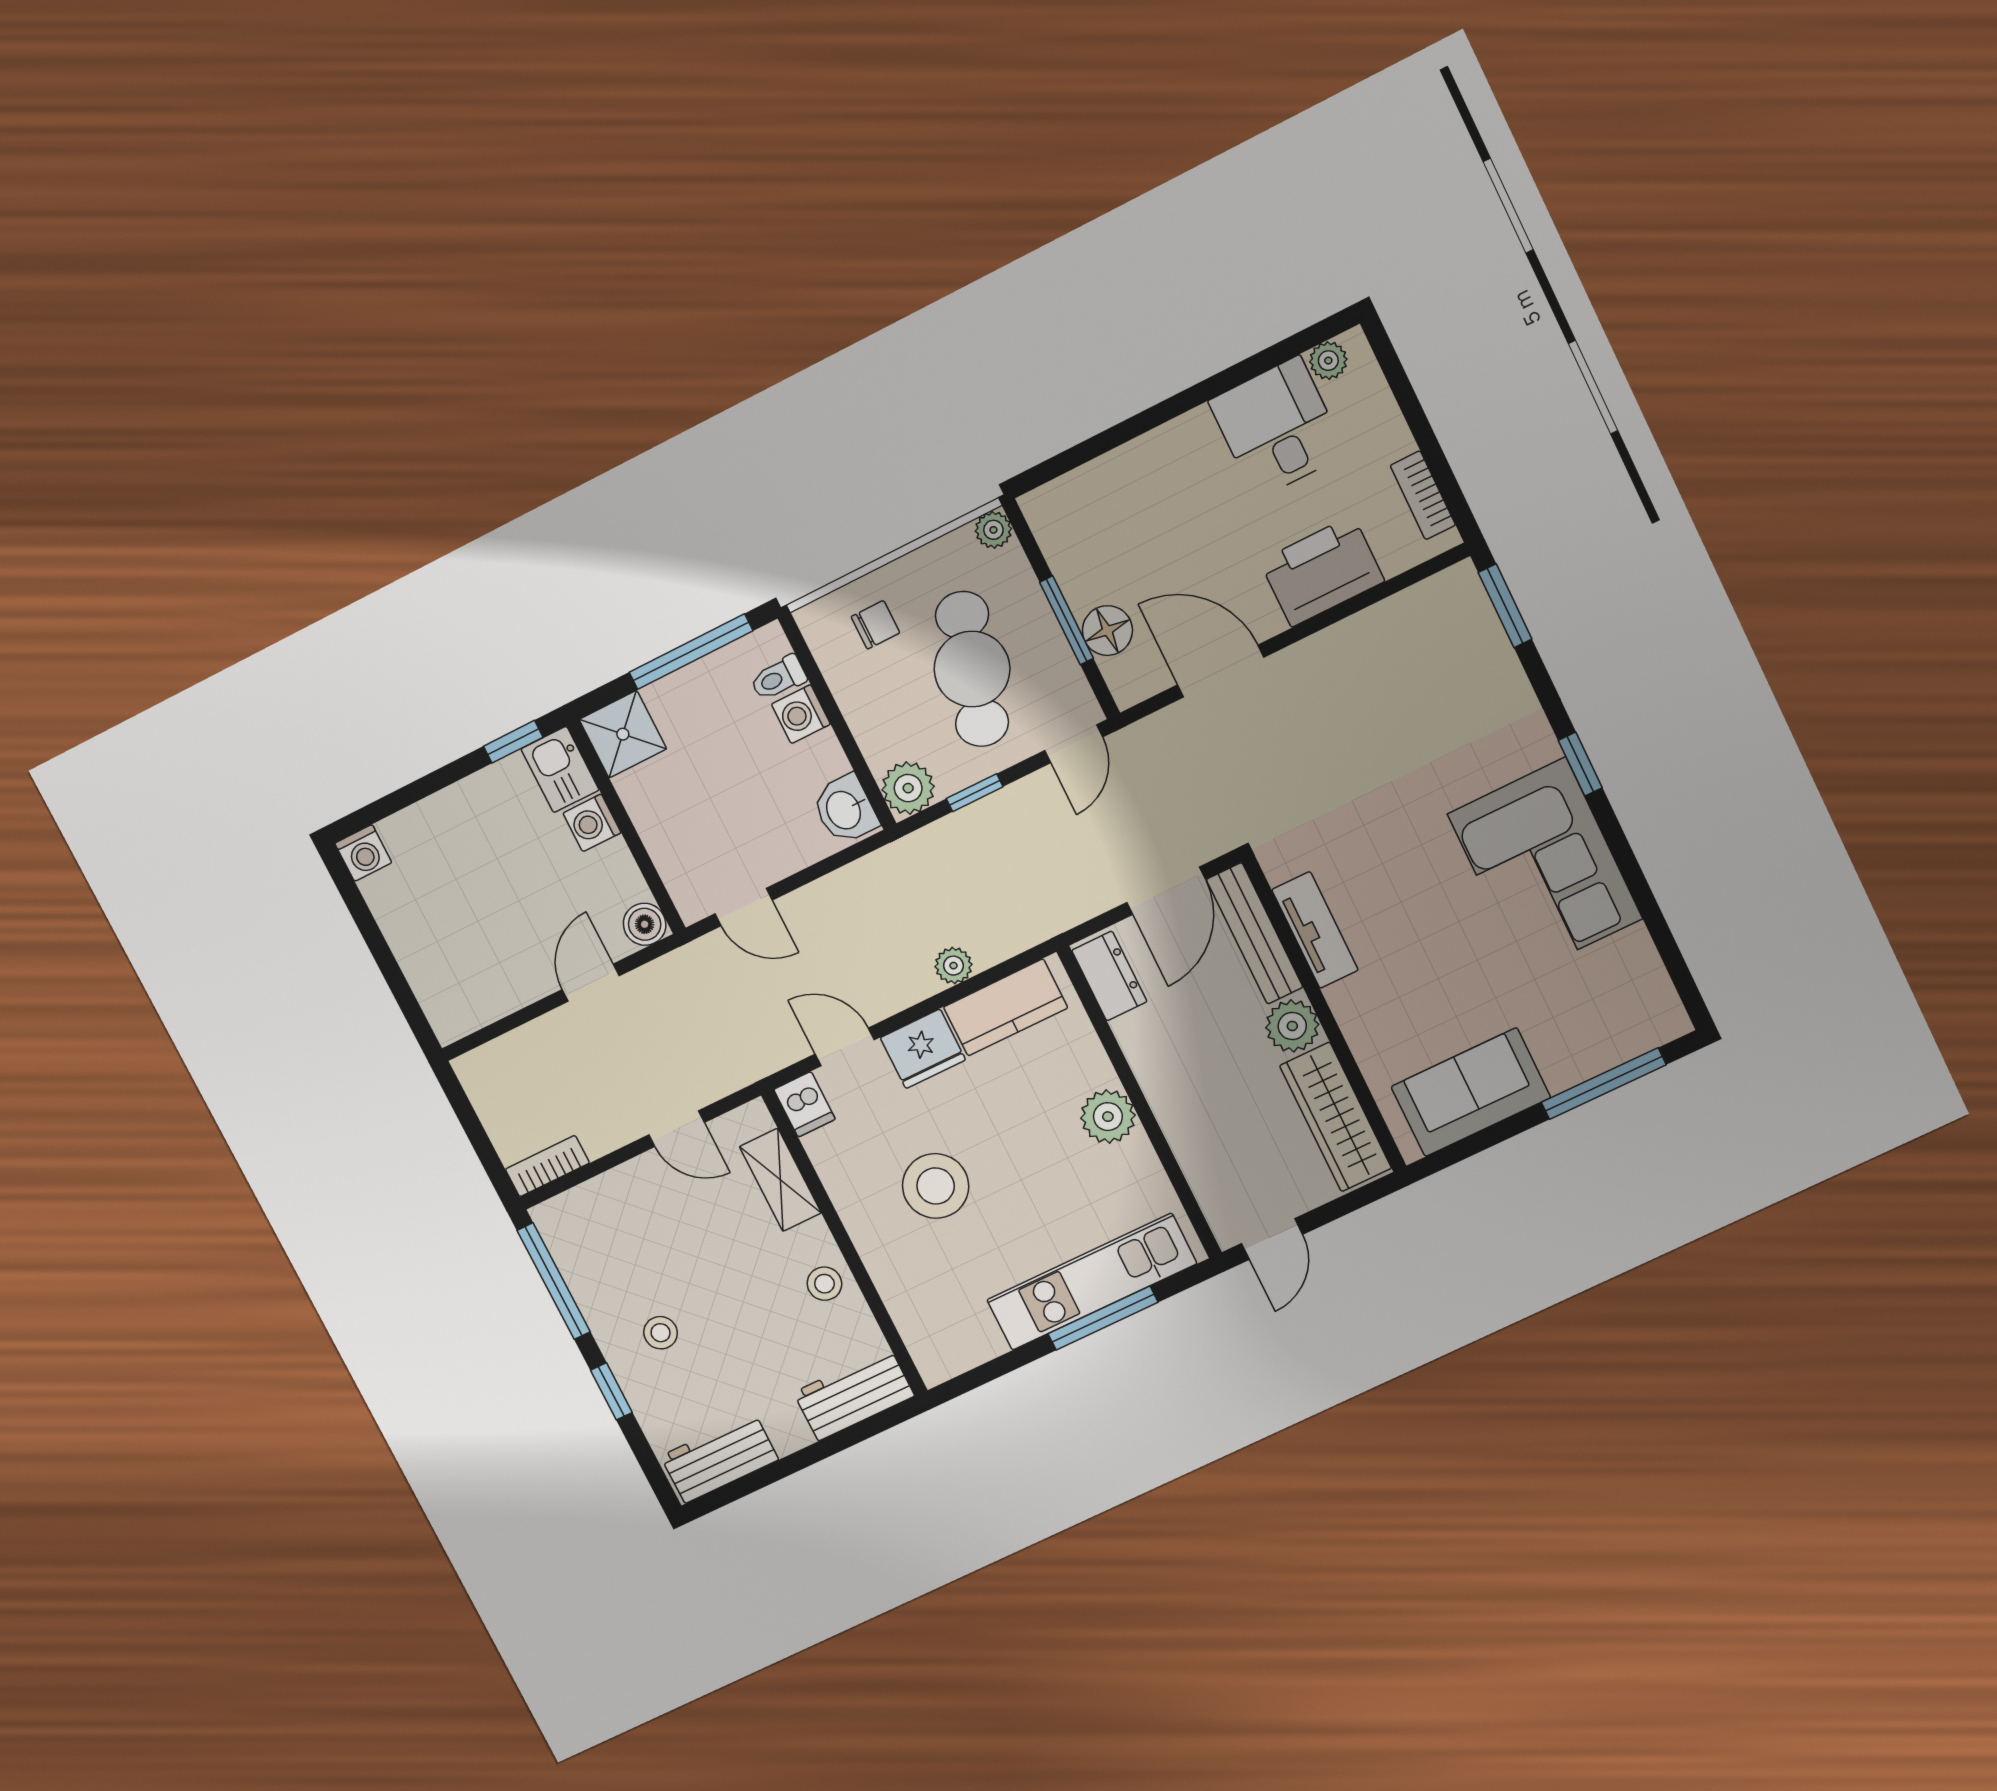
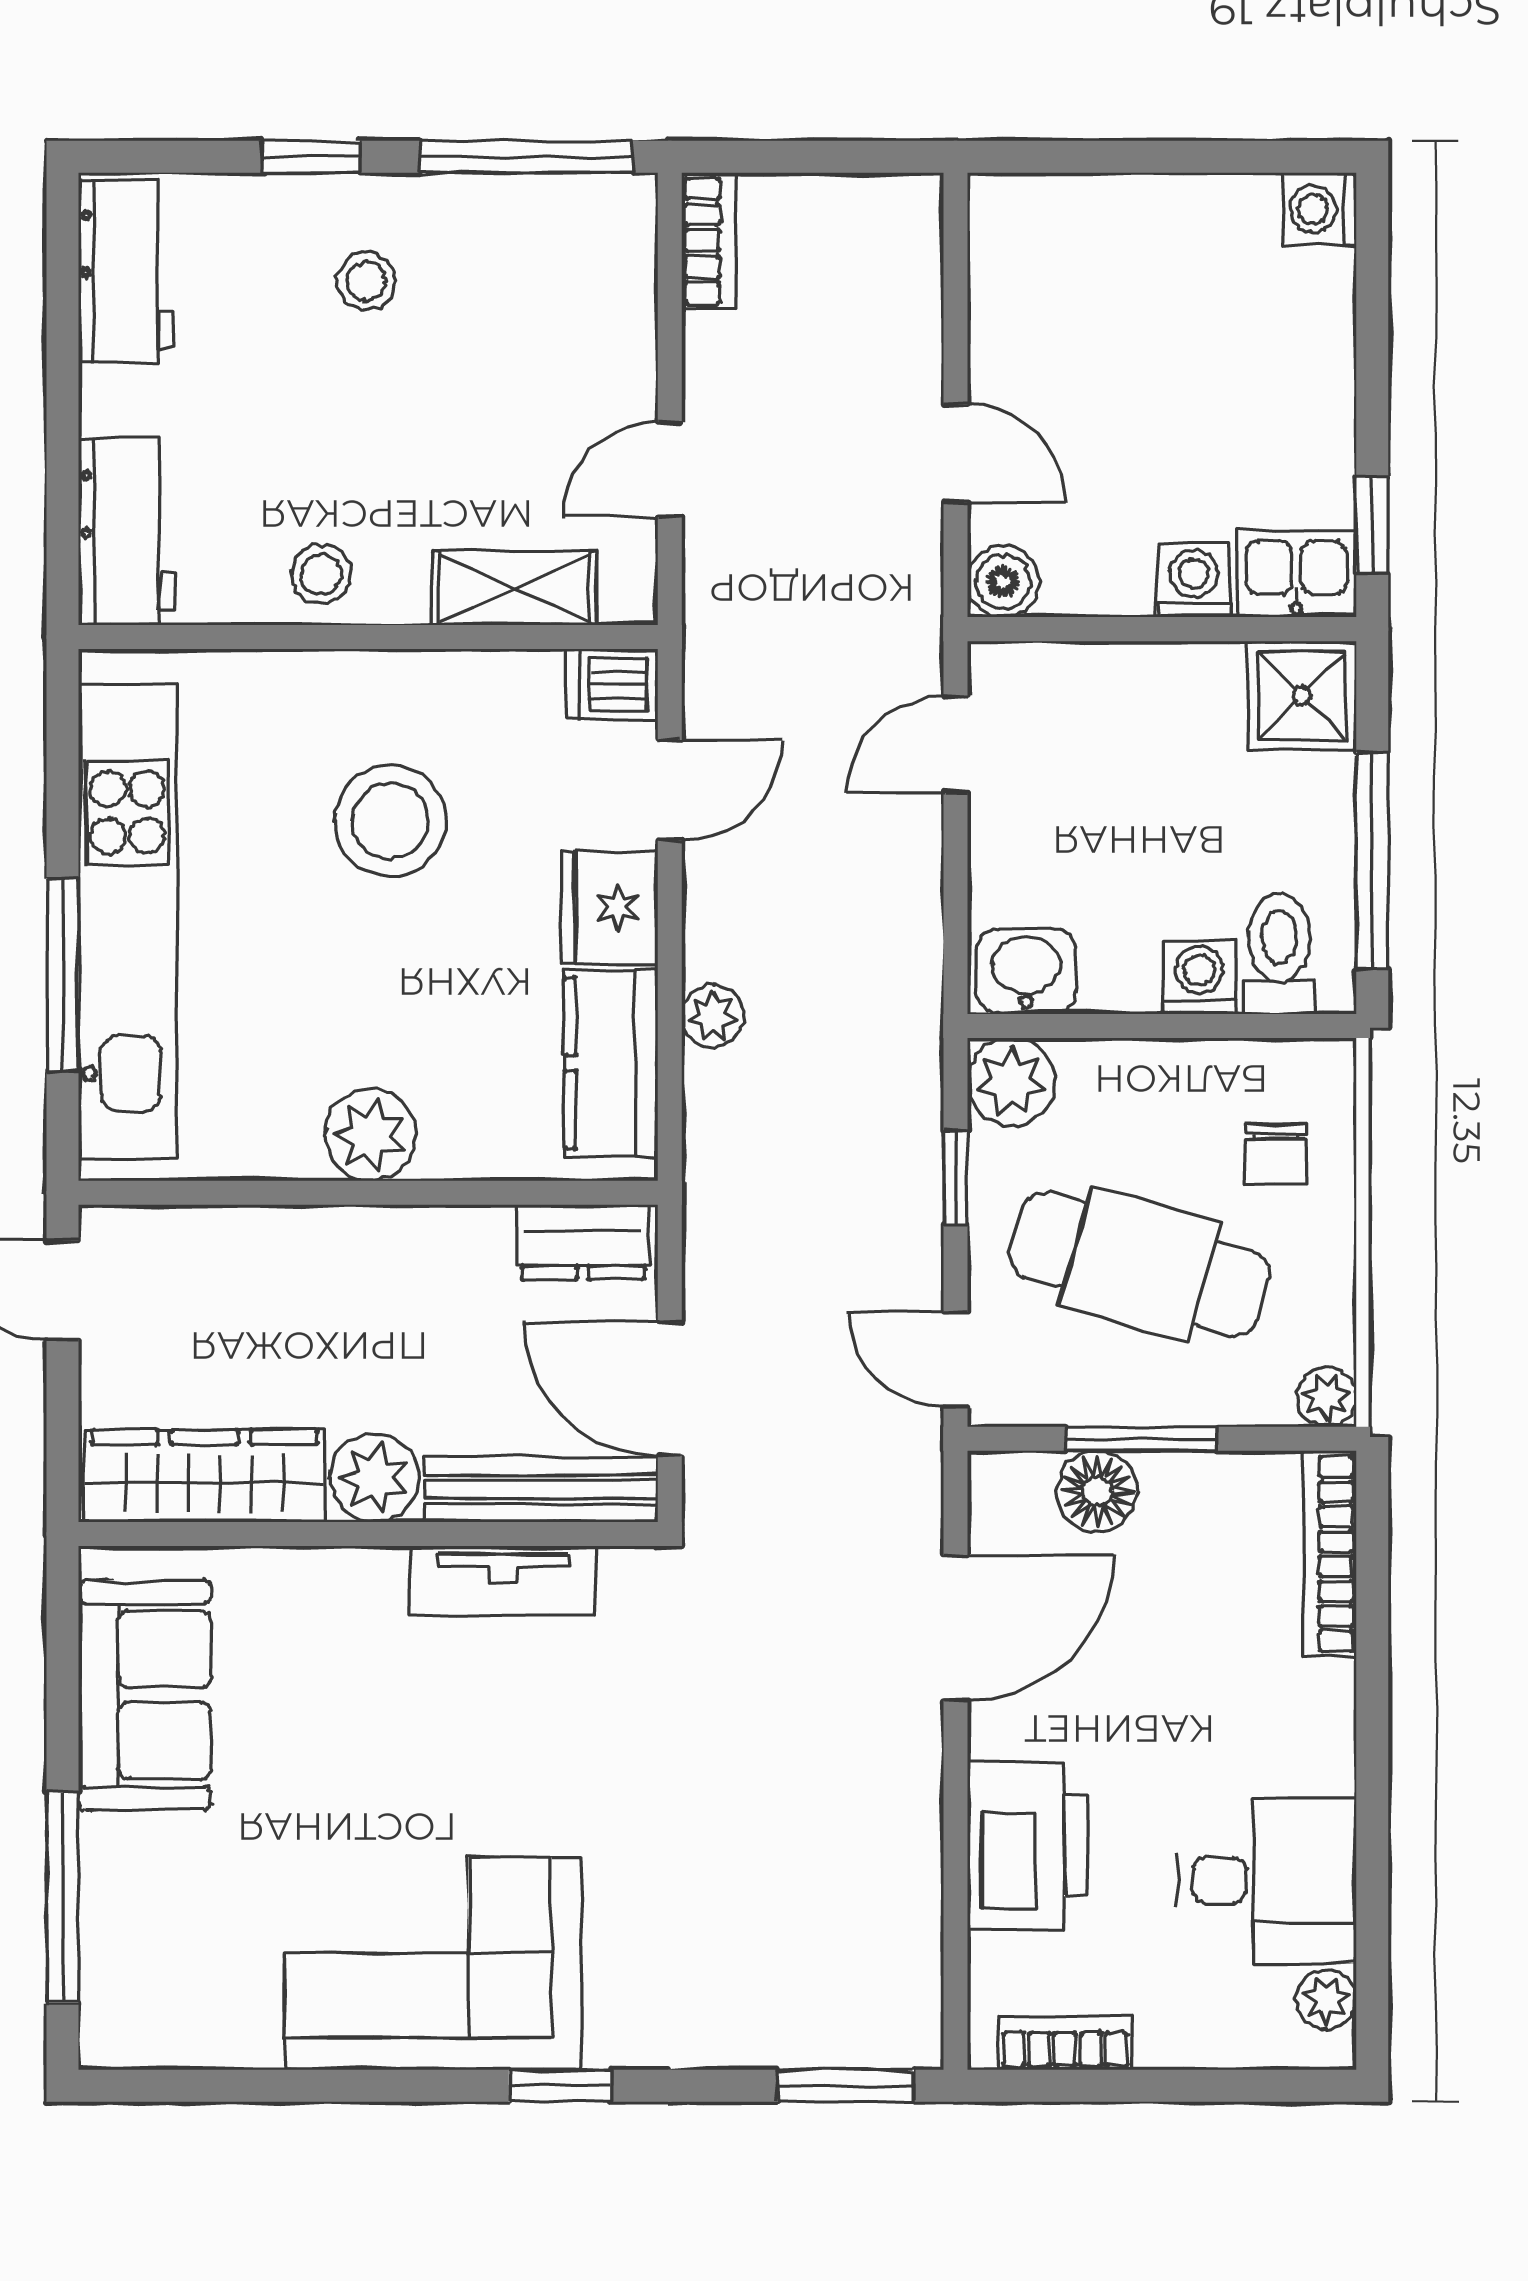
bookcase: (1079, 484) -> (1330, 1554), added
toilet: (778, 678) -> (1279, 954), width x1.37, depth x1.39
kitchen unit: (1092, 1282) -> (128, 921), width x1.36

